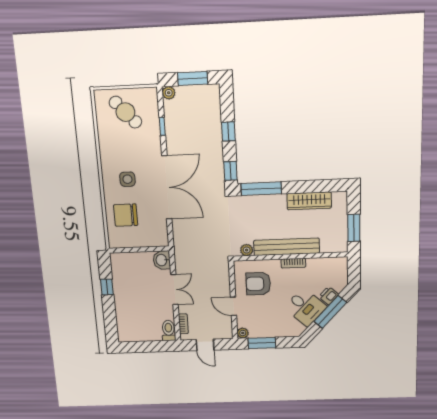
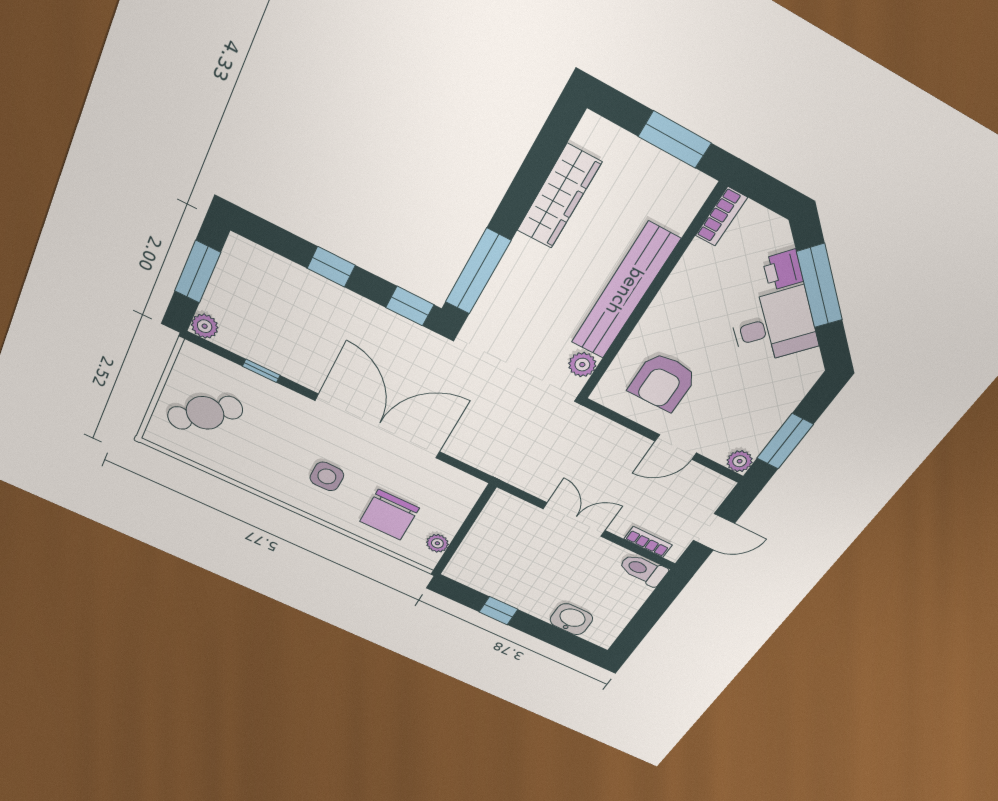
plant: (125, 243) -> (437, 543), added
washbasin: (162, 260) -> (571, 619), moved, turned 180
bookcase: (293, 263) -> (721, 216), moved

